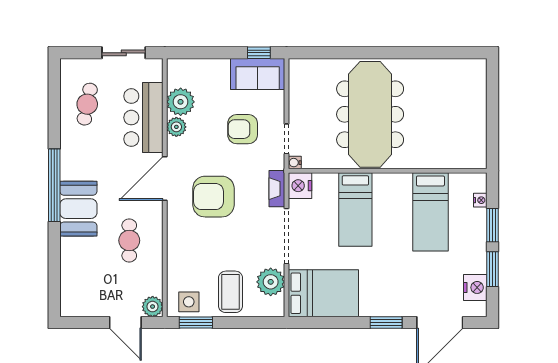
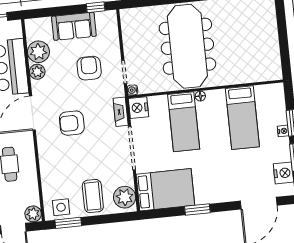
sofa: (258, 74) -> (74, 26), moved
armchair: (243, 129) -> (89, 68), turned 90
floor lamp: (380, 179) -> (200, 96), added
armchair: (213, 197) -> (72, 123), width x0.73, depth x0.73
nightstand: (480, 200) -> (283, 131), moved
plant: (271, 282) -> (125, 197), moved
window: (386, 323) -> (197, 209), moved

